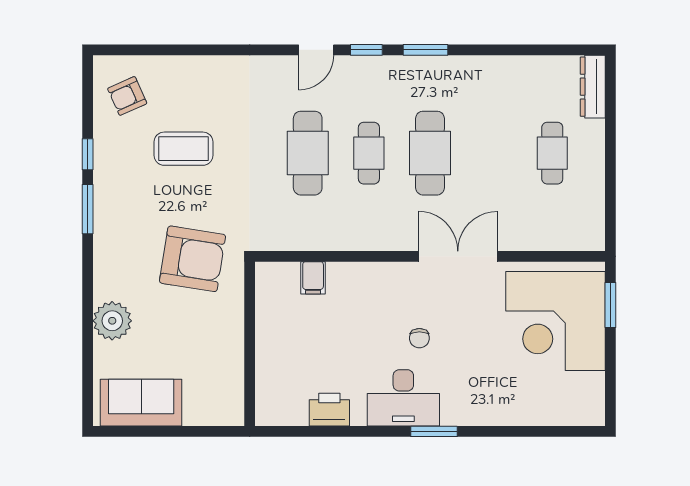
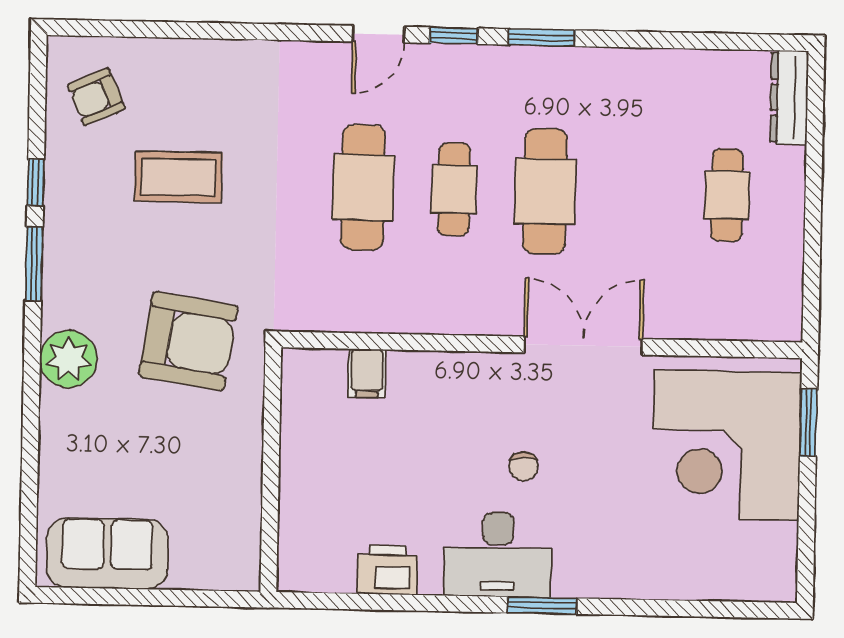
plant: (112, 321) -> (68, 359), moved

